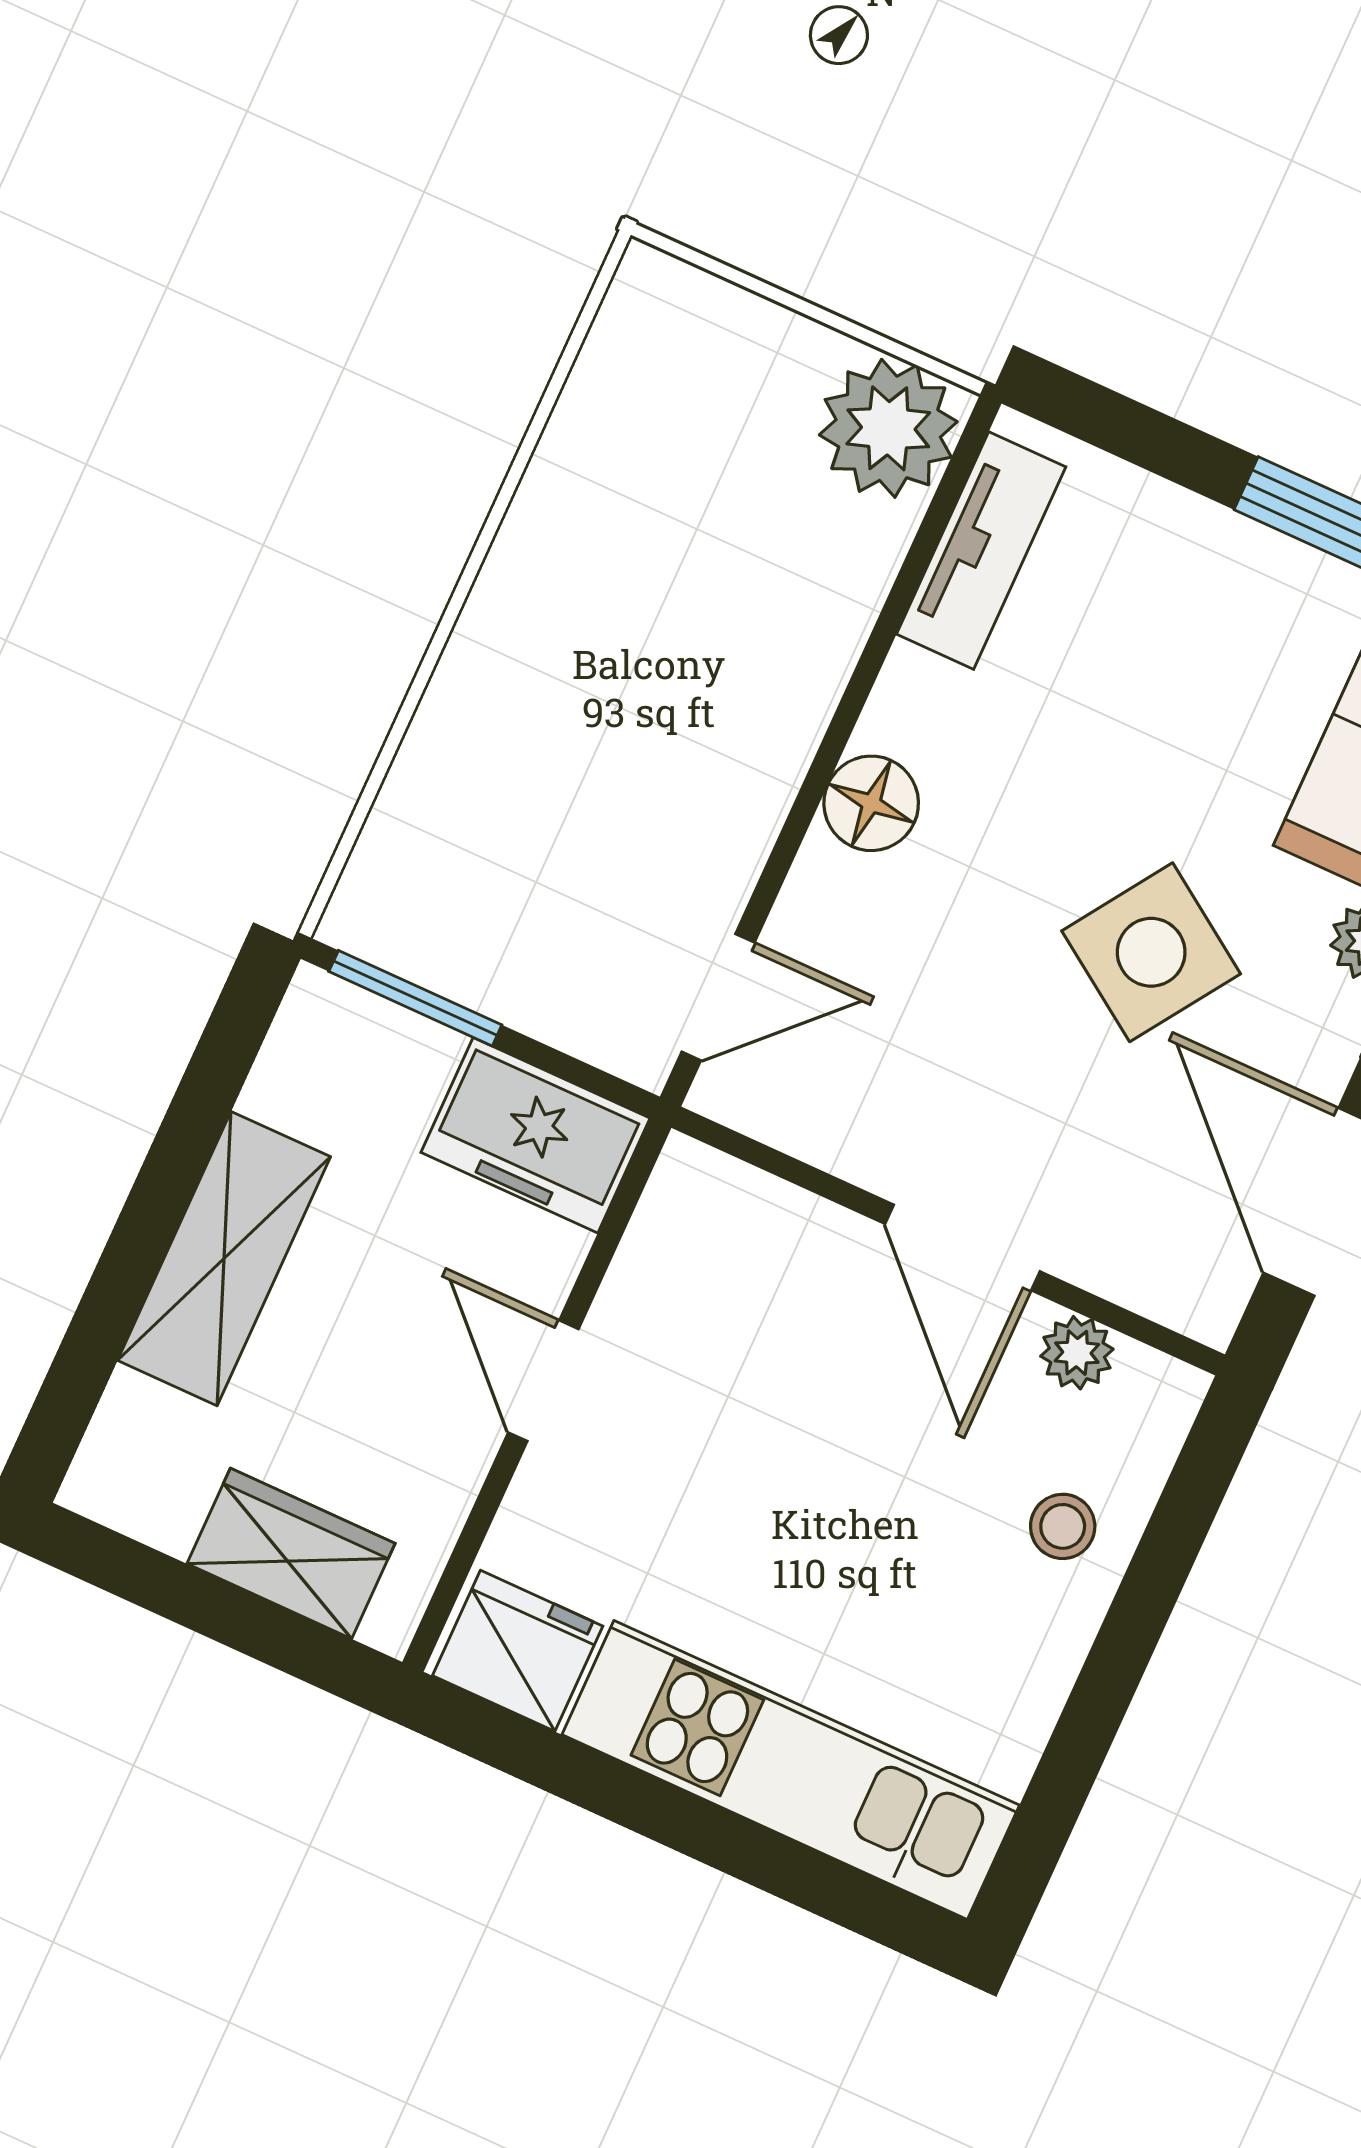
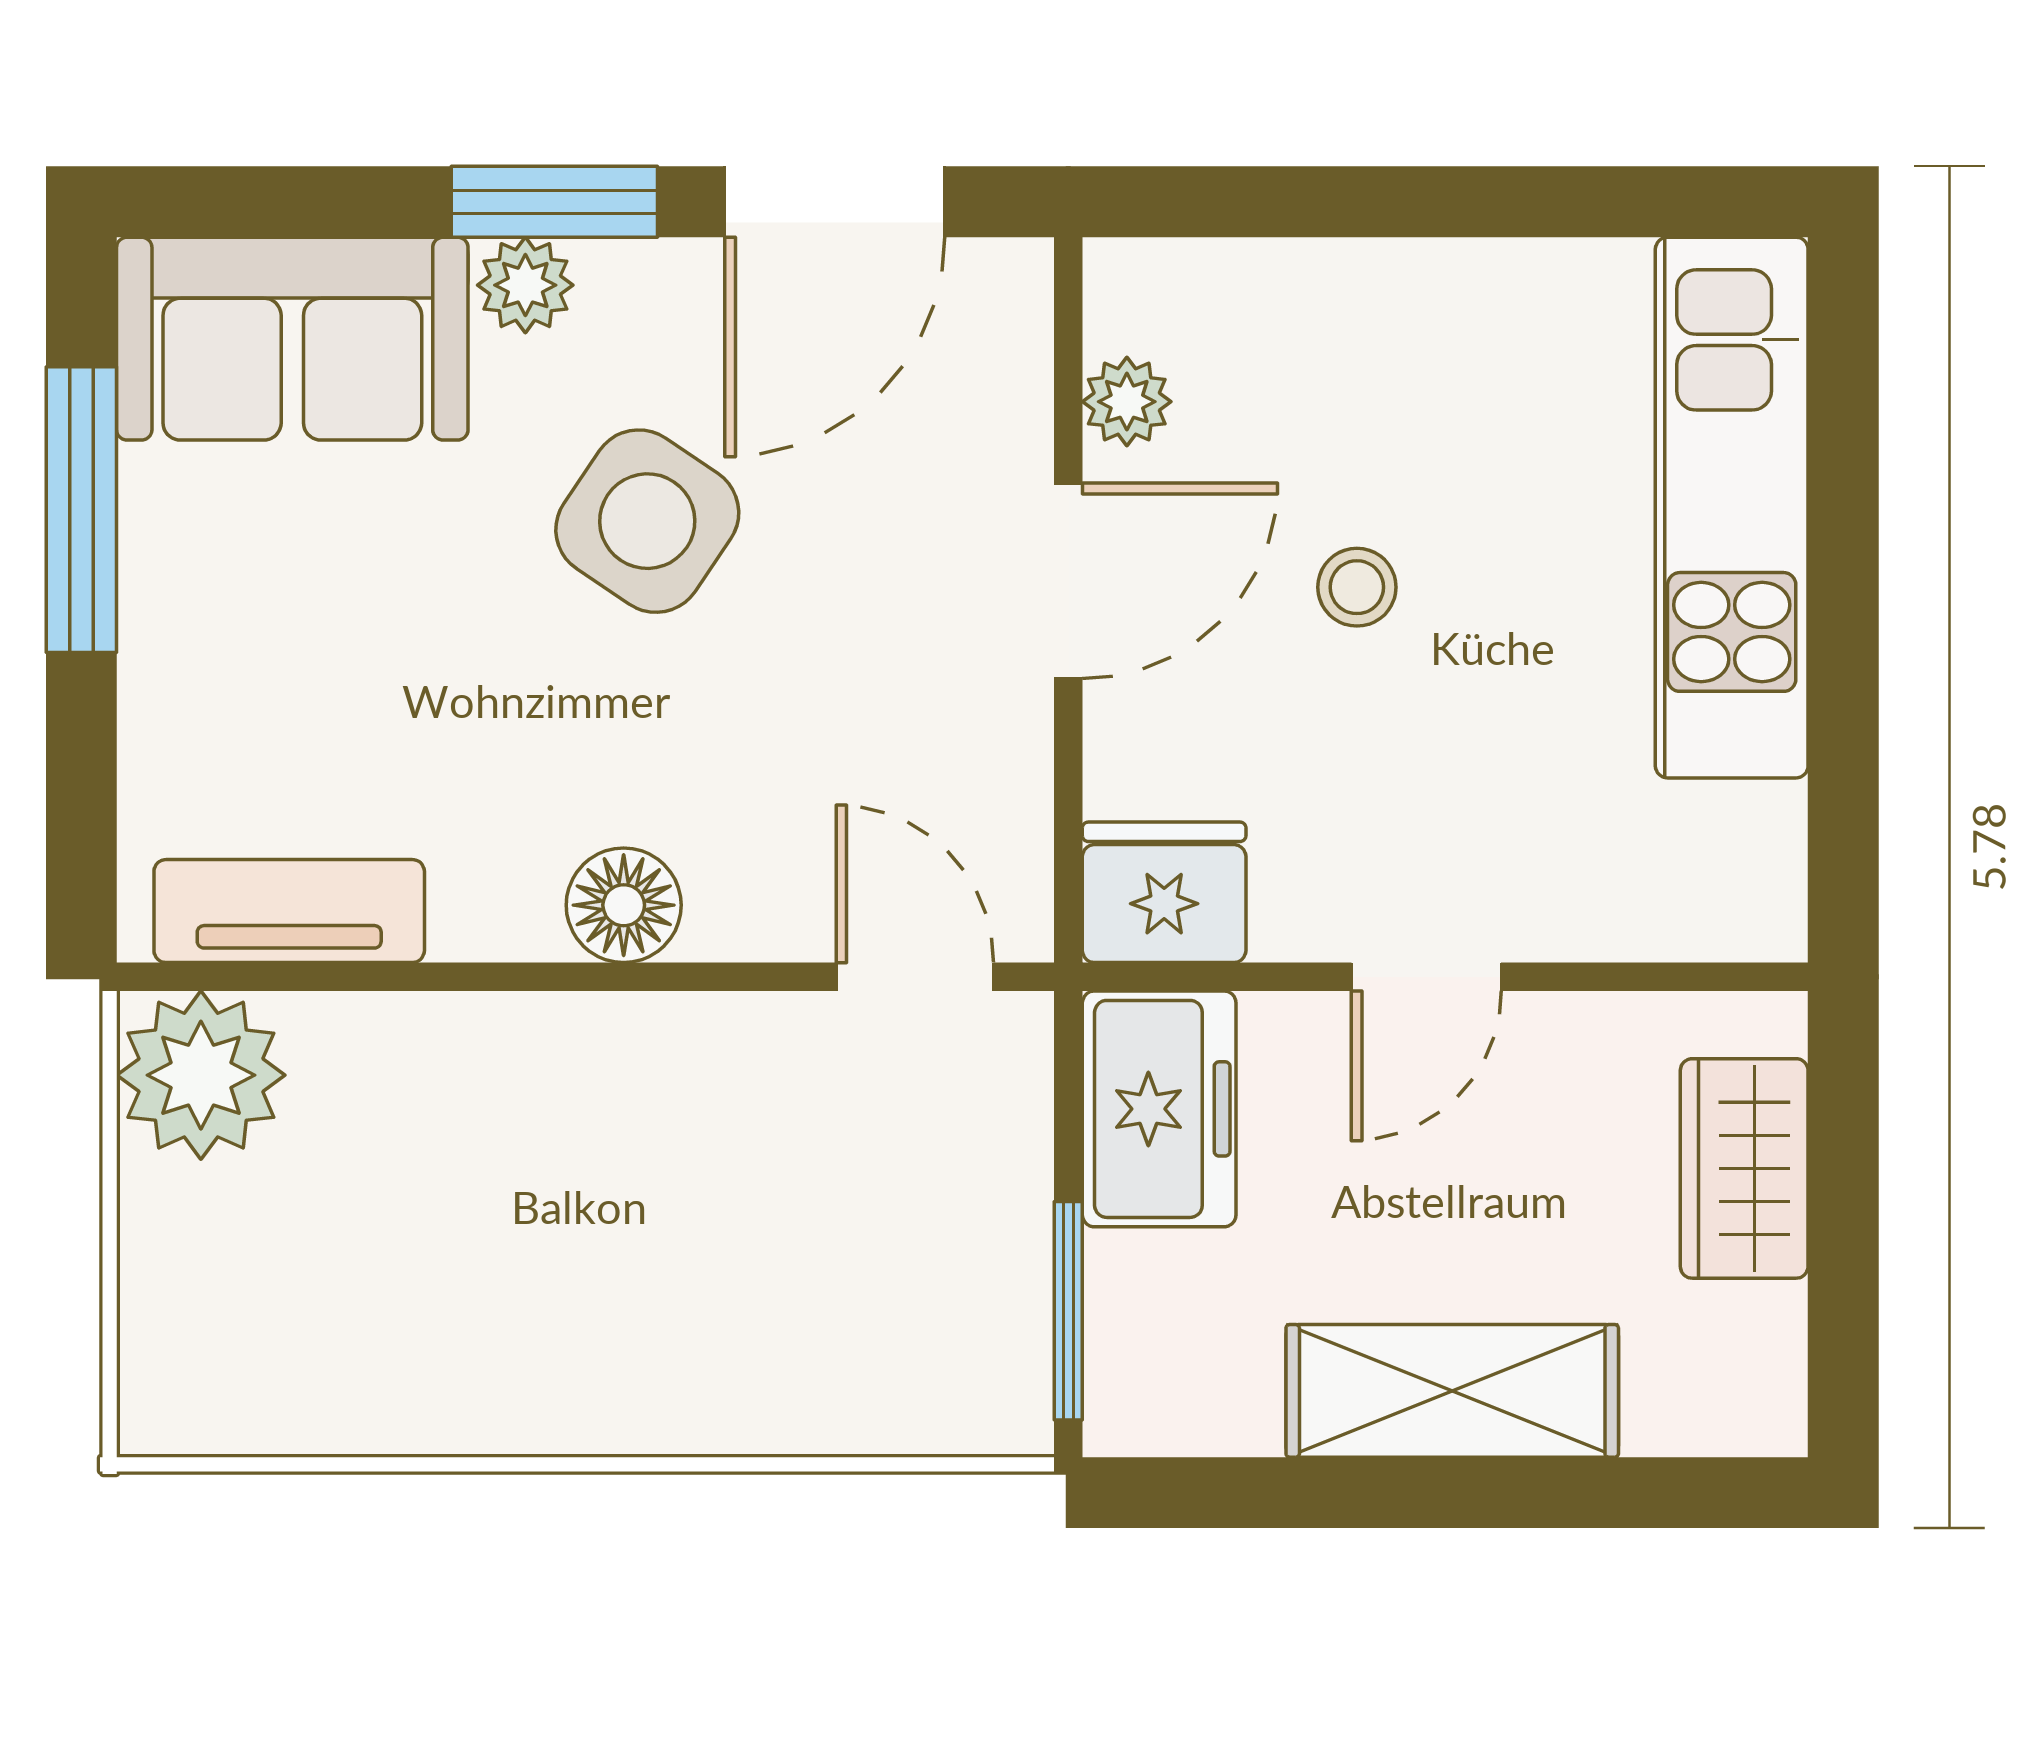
stool: (1063, 1526) -> (1357, 587), moved
fridge: (518, 1651) -> (1164, 892), moved, turned 90

